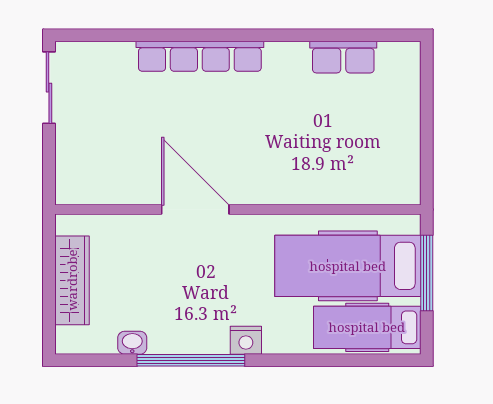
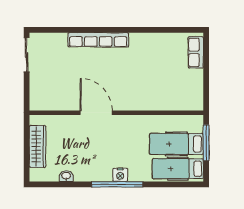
row of seats: (343, 57) -> (196, 52), moved, turned 90
hospital bed: (348, 266) -> (176, 144), width x0.73, depth x0.78
window: (191, 360) -> (117, 184), moved

